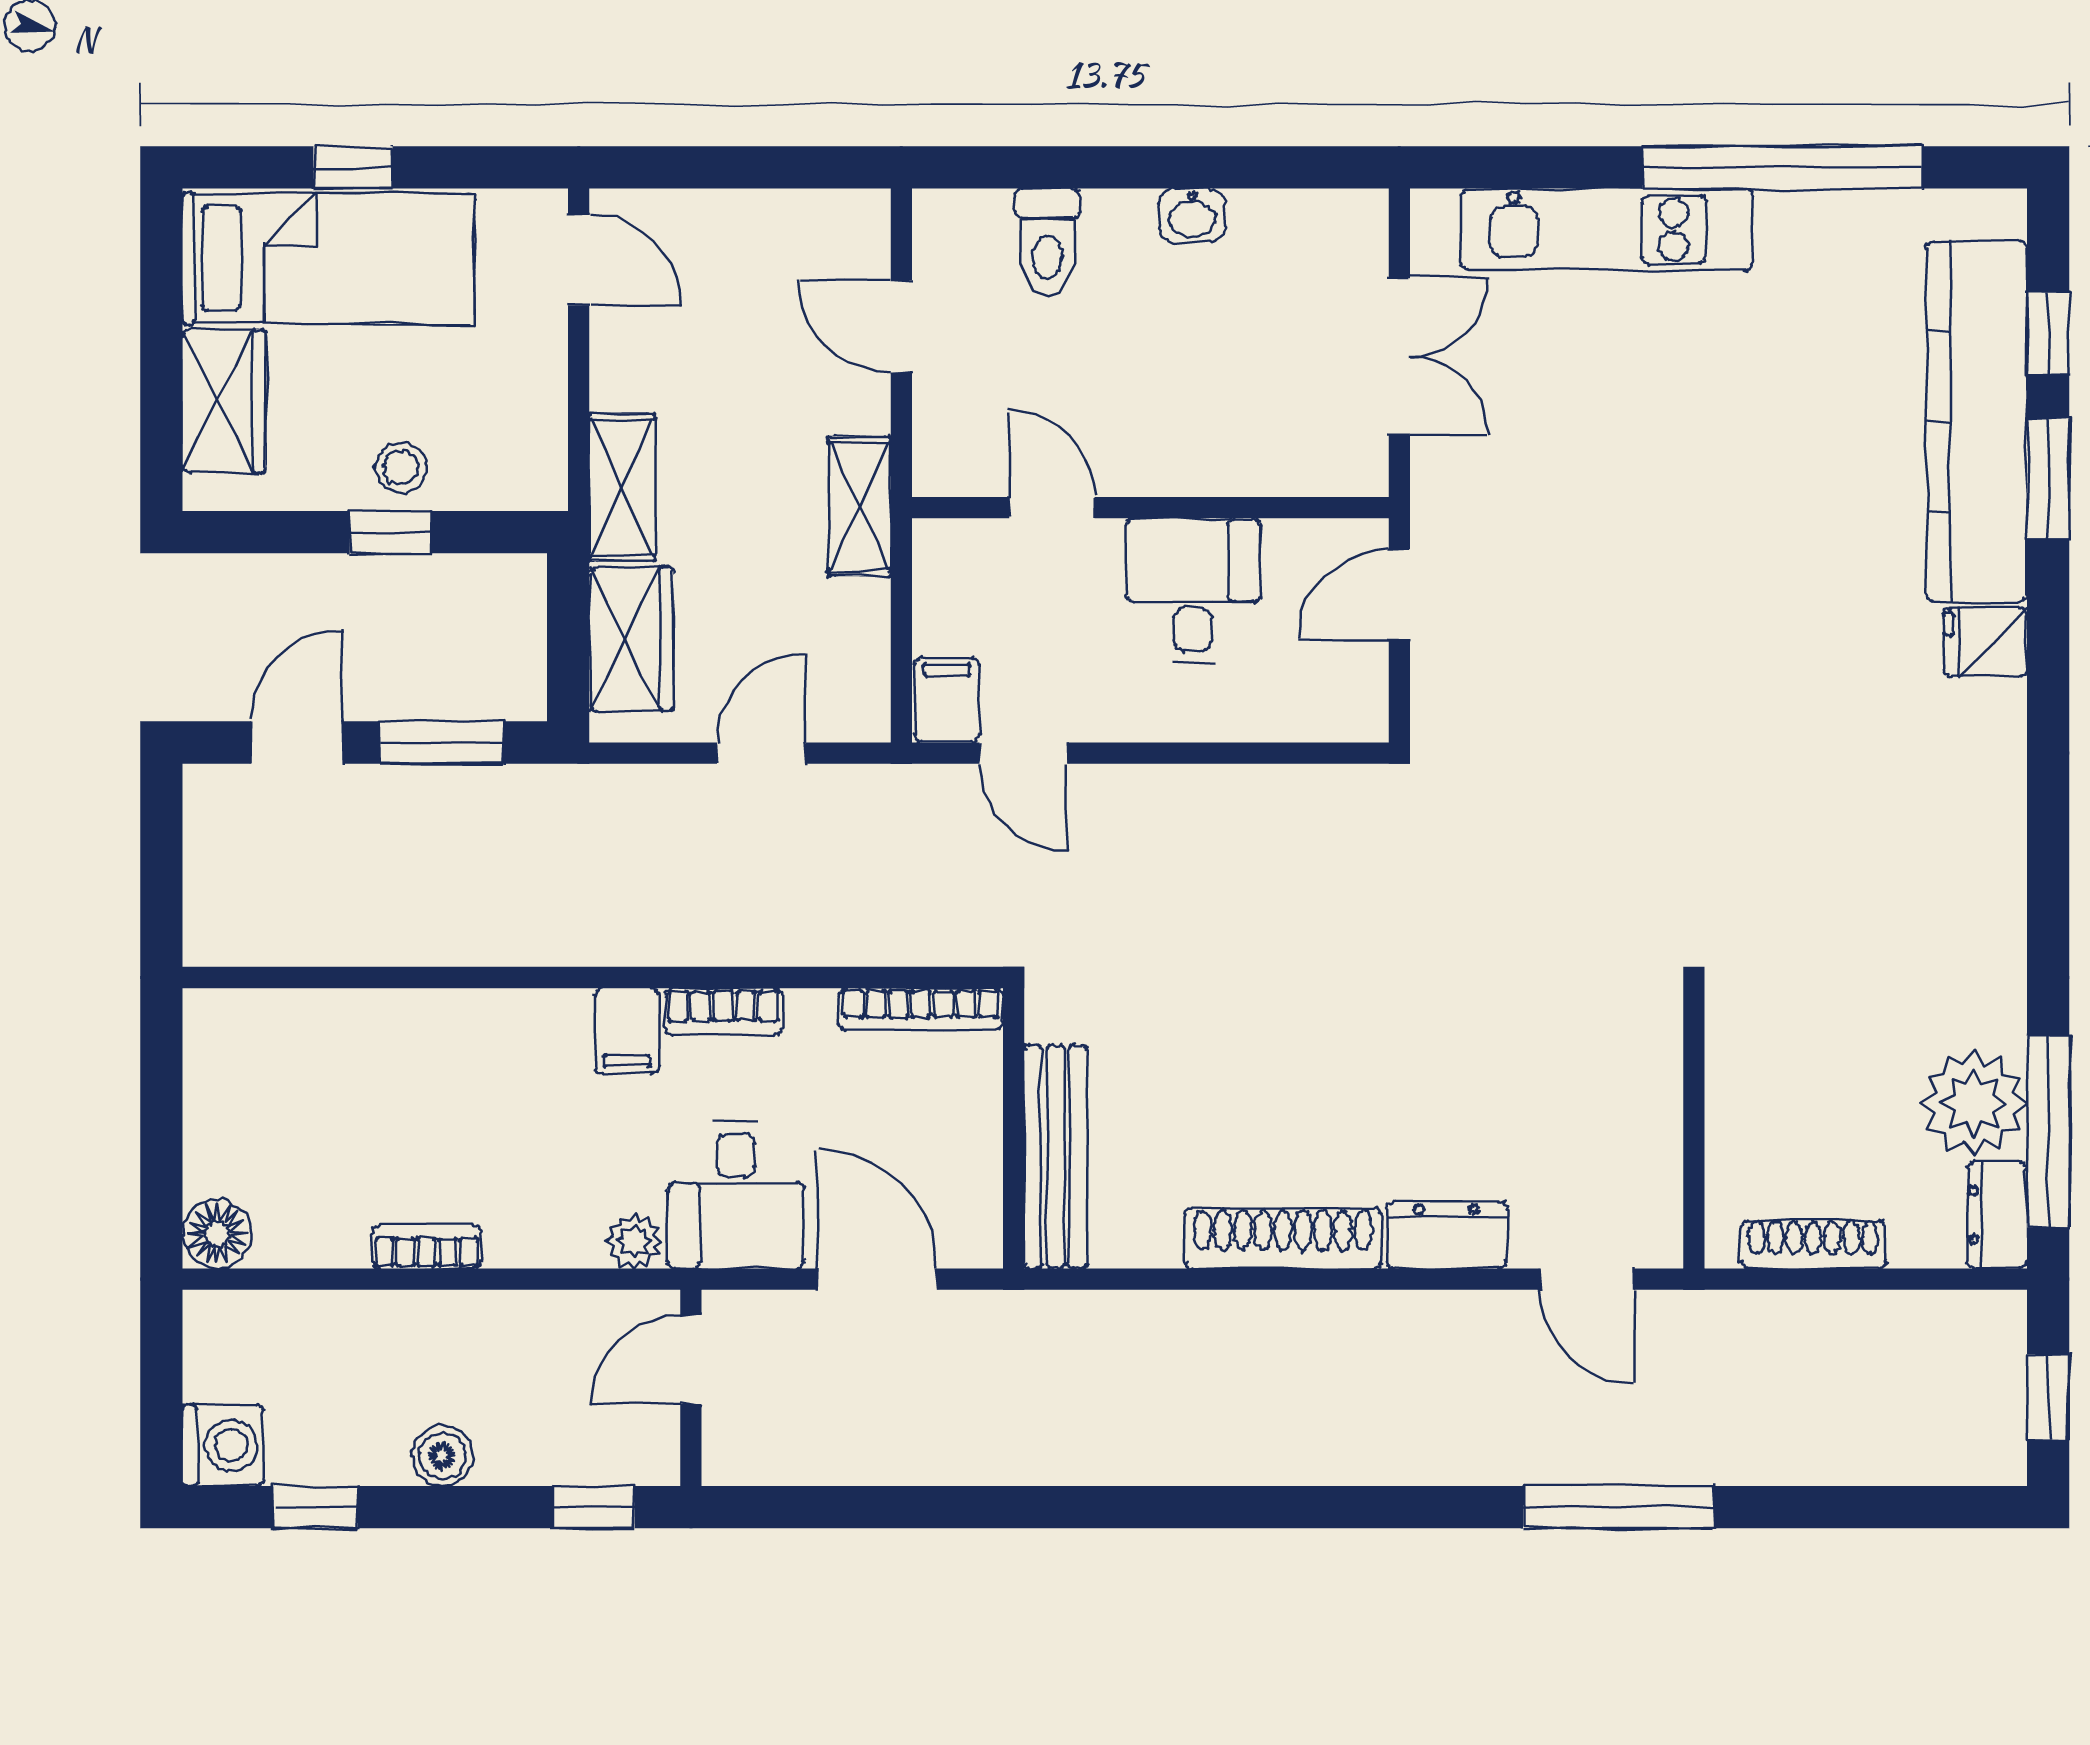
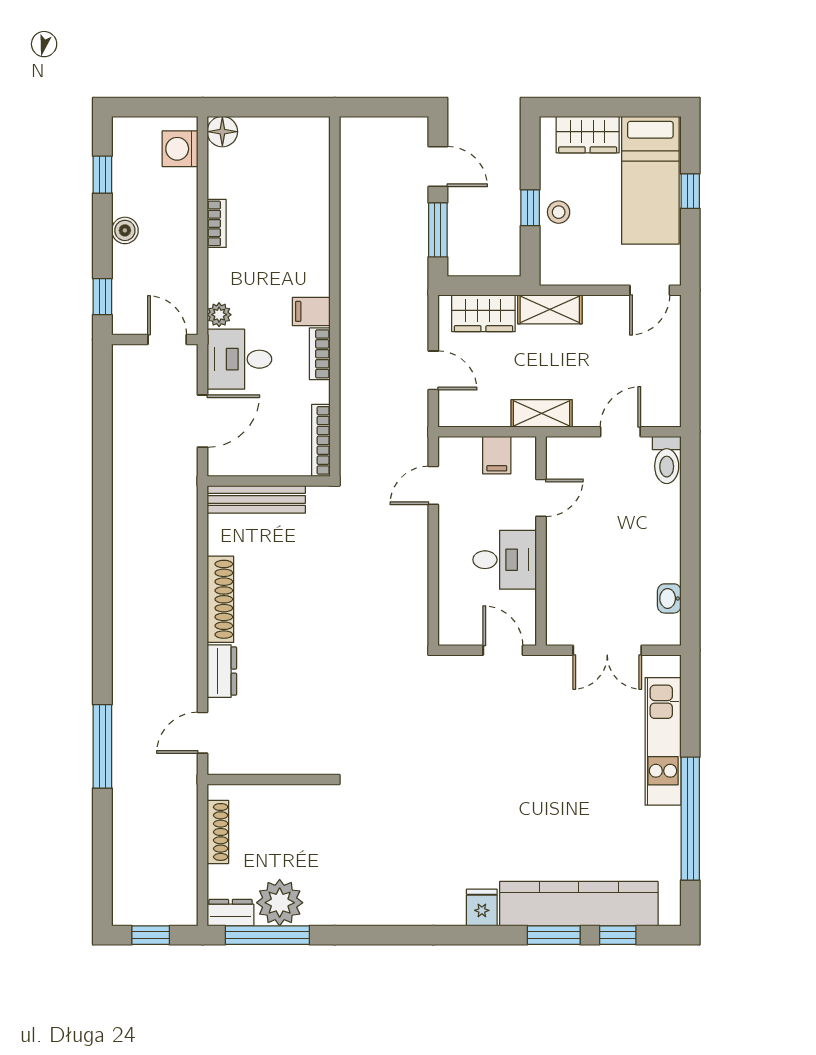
washbasin: (1192, 215) -> (669, 598), moved
toilet: (1047, 242) -> (667, 460), moved, turned -90
filing cabinet: (947, 700) -> (497, 455), moved, turned 90
washing machine: (223, 1445) -> (180, 149), moved, turned 90

